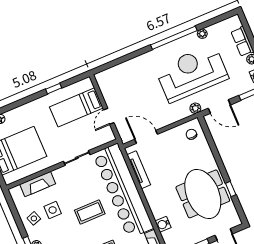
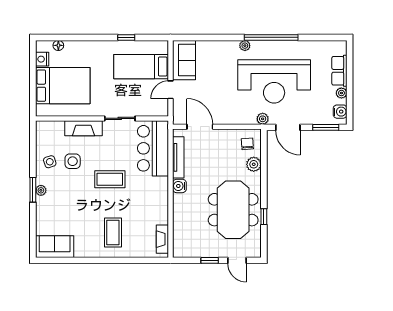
plant: (202, 34) -> (245, 46), moved
reception desk: (192, 73) -> (274, 81), turned 180
sofa: (110, 87) -> (184, 60), added
plant: (204, 149) -> (254, 164), added
fireplace: (38, 184) -> (83, 128), moved
bar counter: (123, 191) -> (153, 148), width x0.54
water cooler: (163, 224) -> (179, 186), moved

